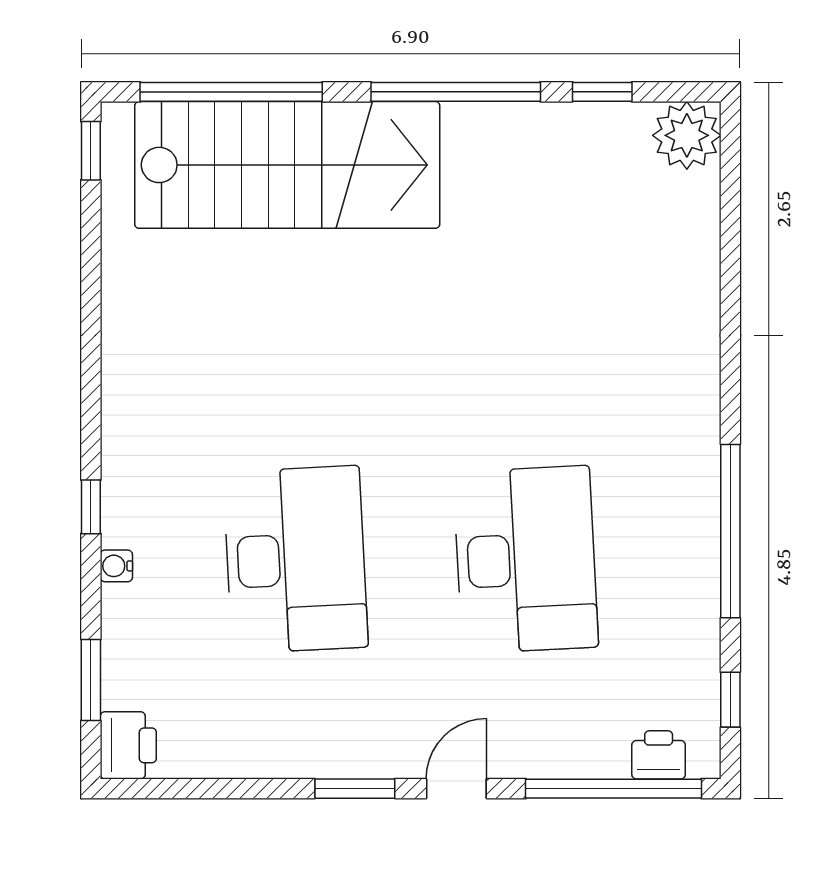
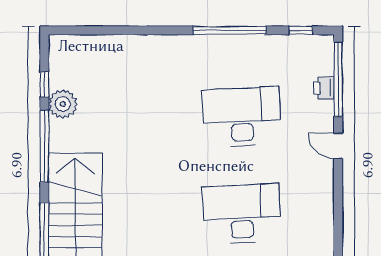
plant: (687, 135) -> (63, 104), moved
printer: (659, 755) -> (324, 88), moved
window: (355, 789) -> (338, 189), removed

